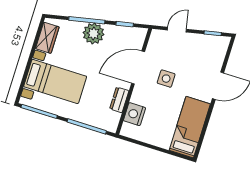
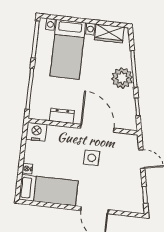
nightstand: (134, 114) -> (36, 132), moved
nightstand: (165, 144) -> (27, 169), added

